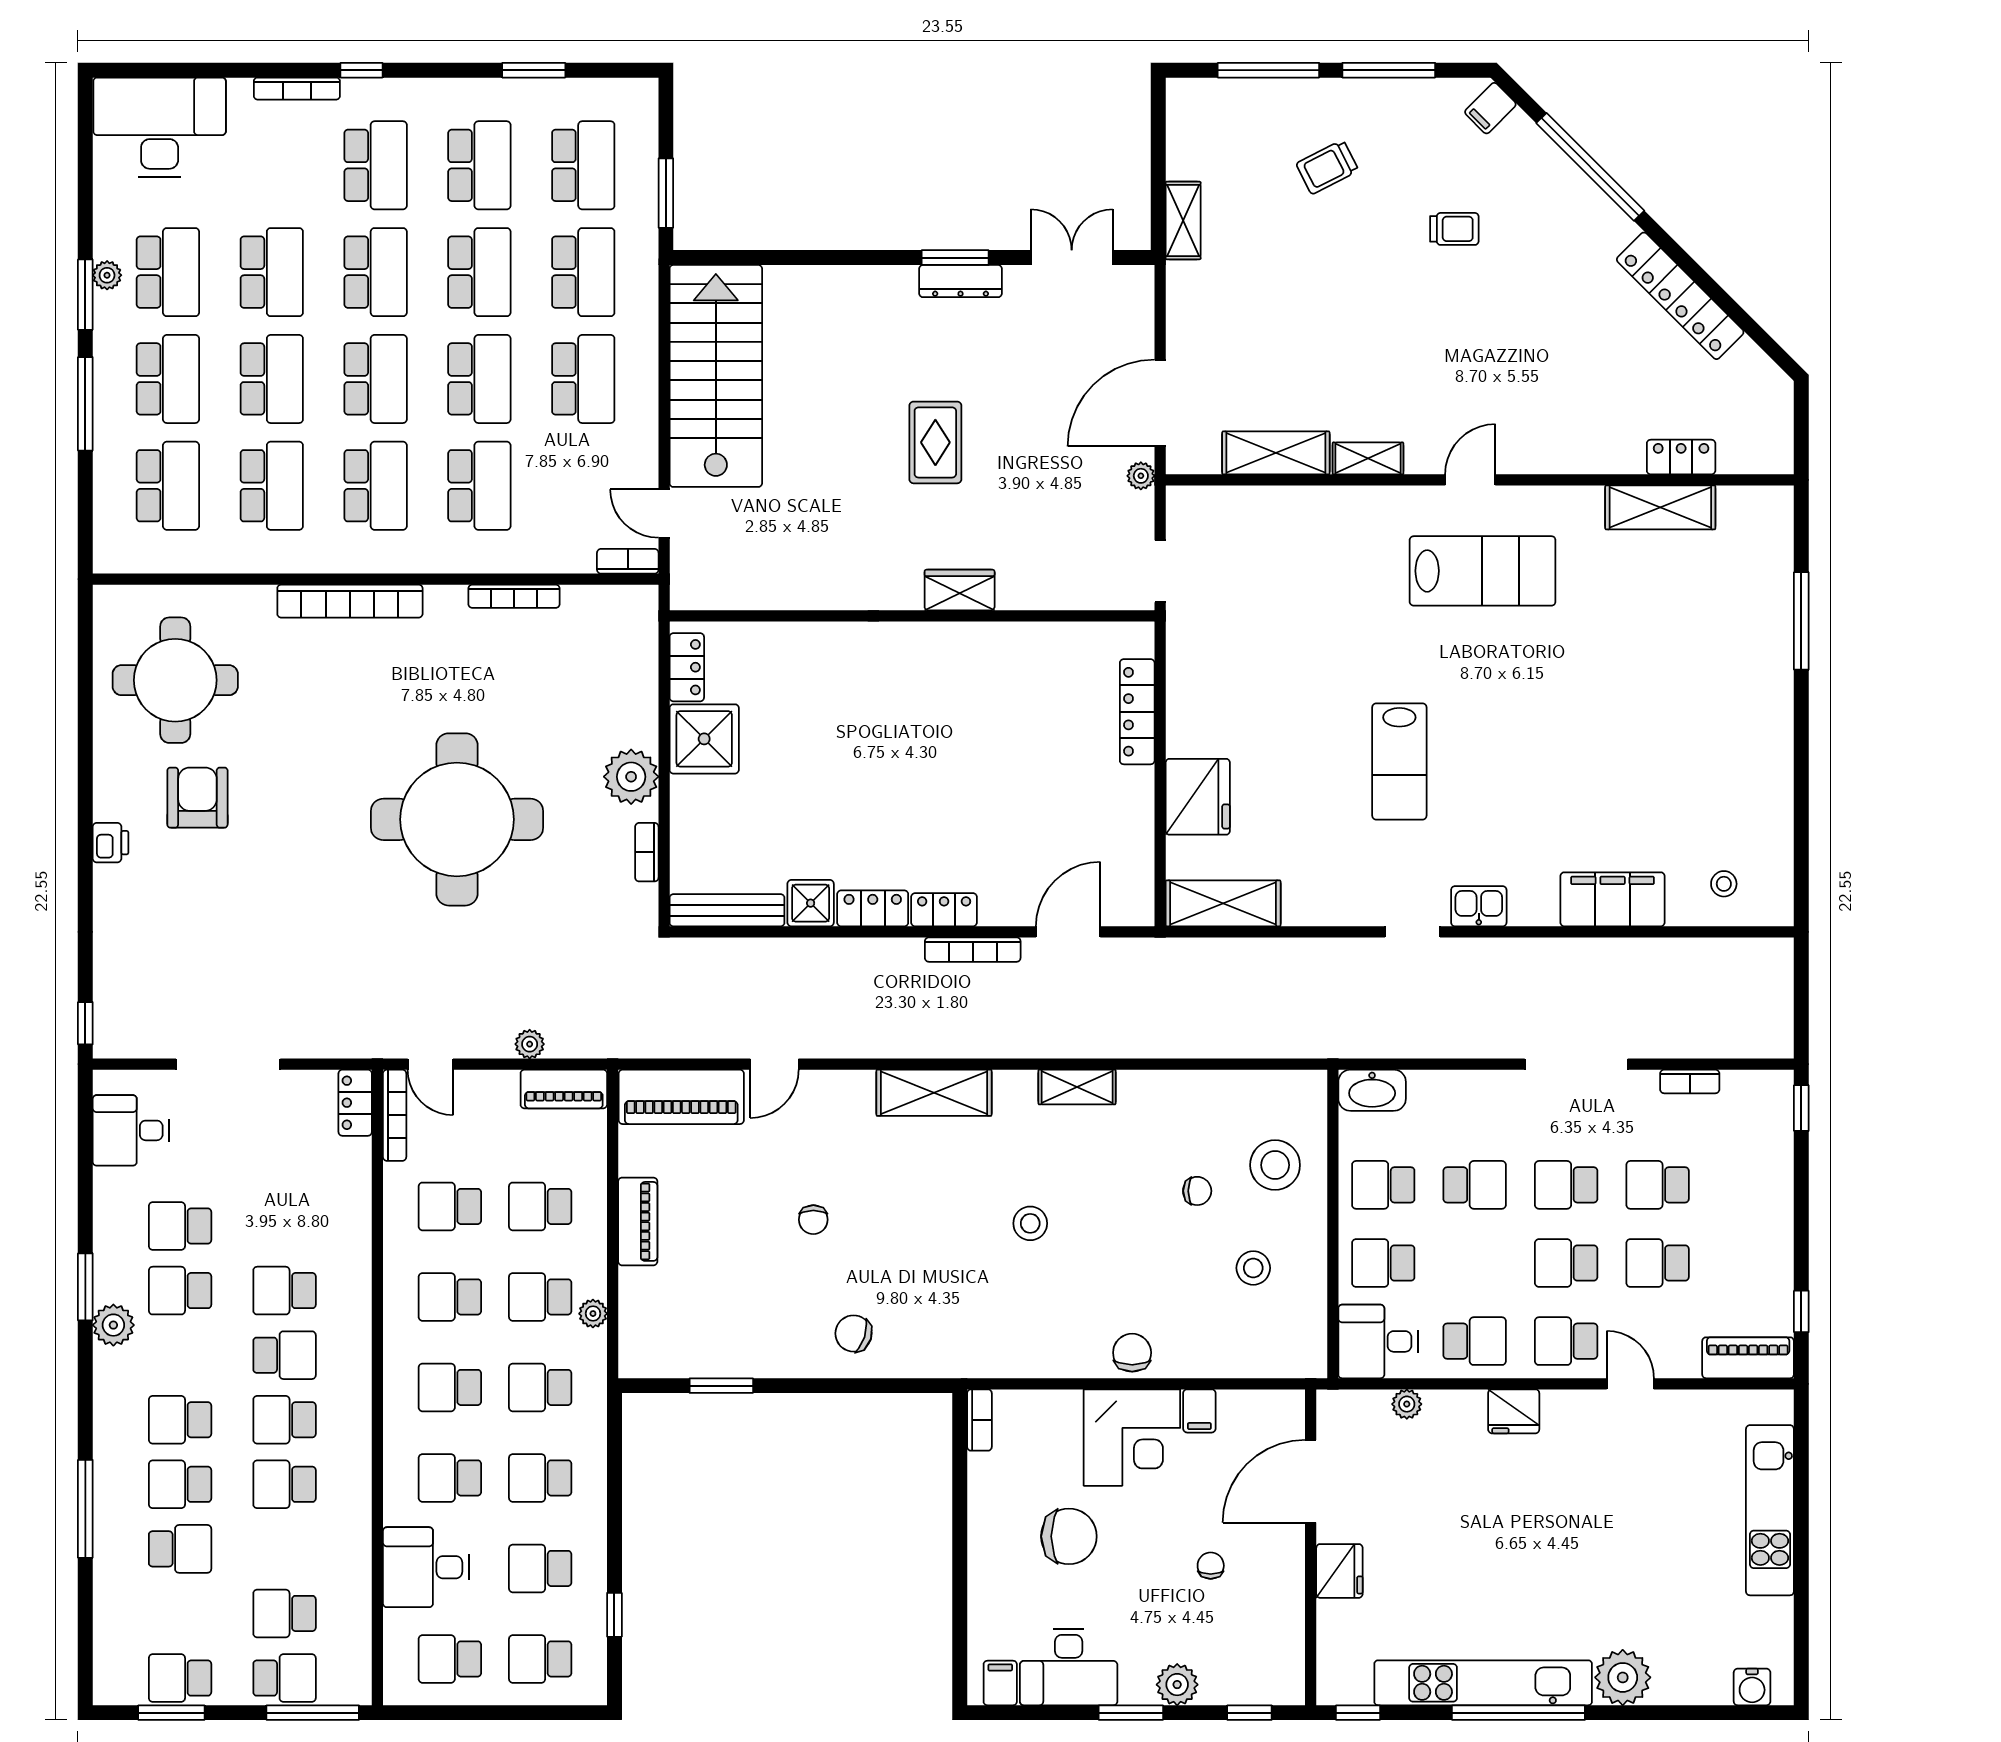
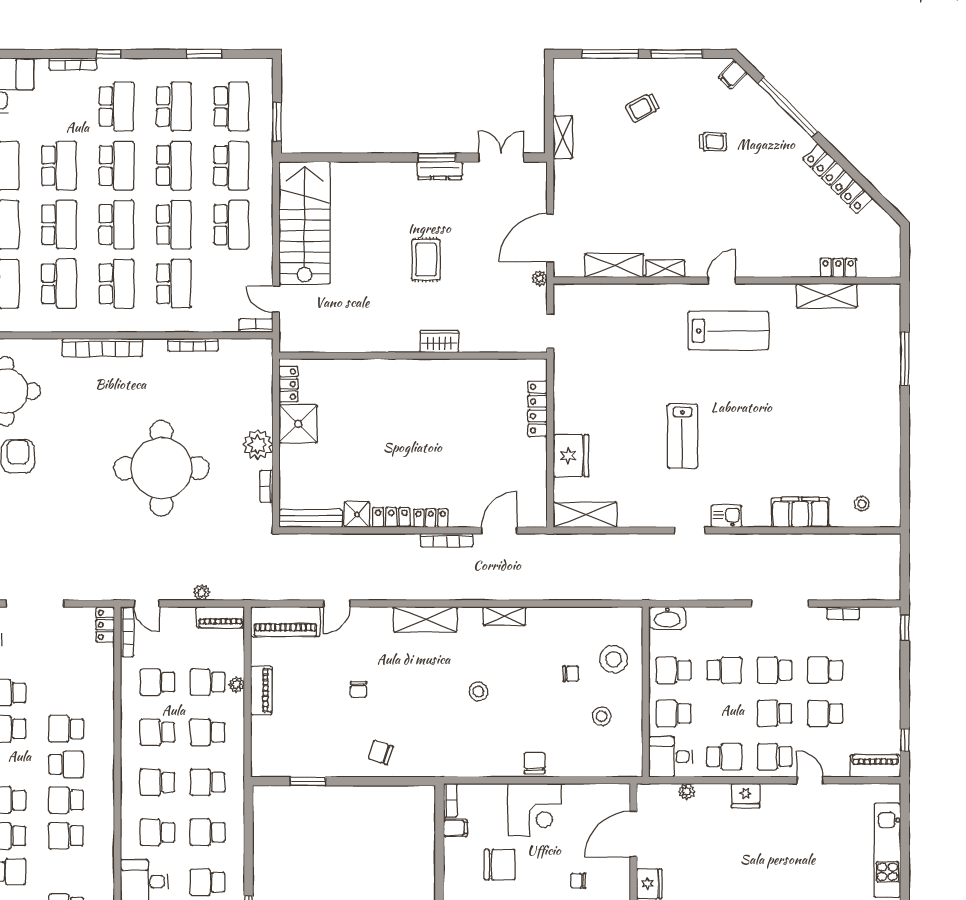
plant: (593, 1314) -> (237, 685), moved
filing cabinet: (1199, 1411) -> (455, 828), moved, turned -90
chair: (1211, 1566) -> (578, 881), turned -90

